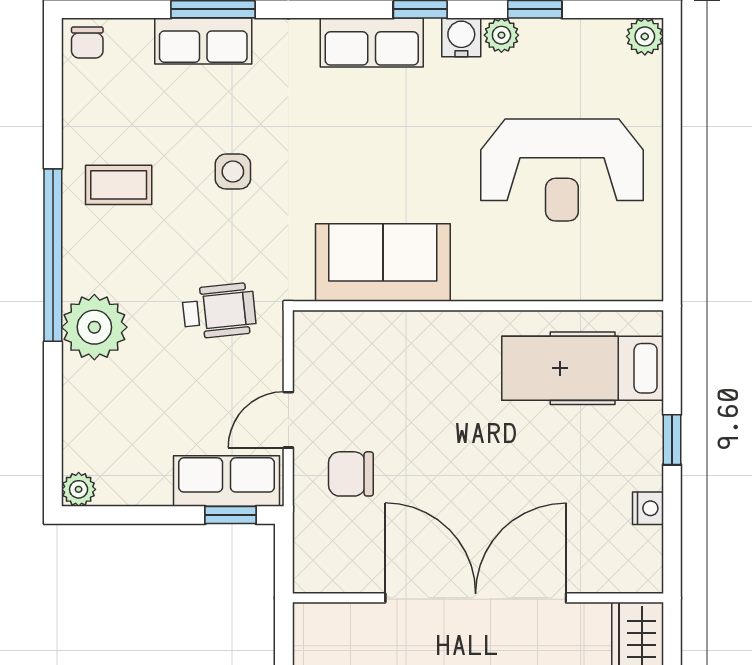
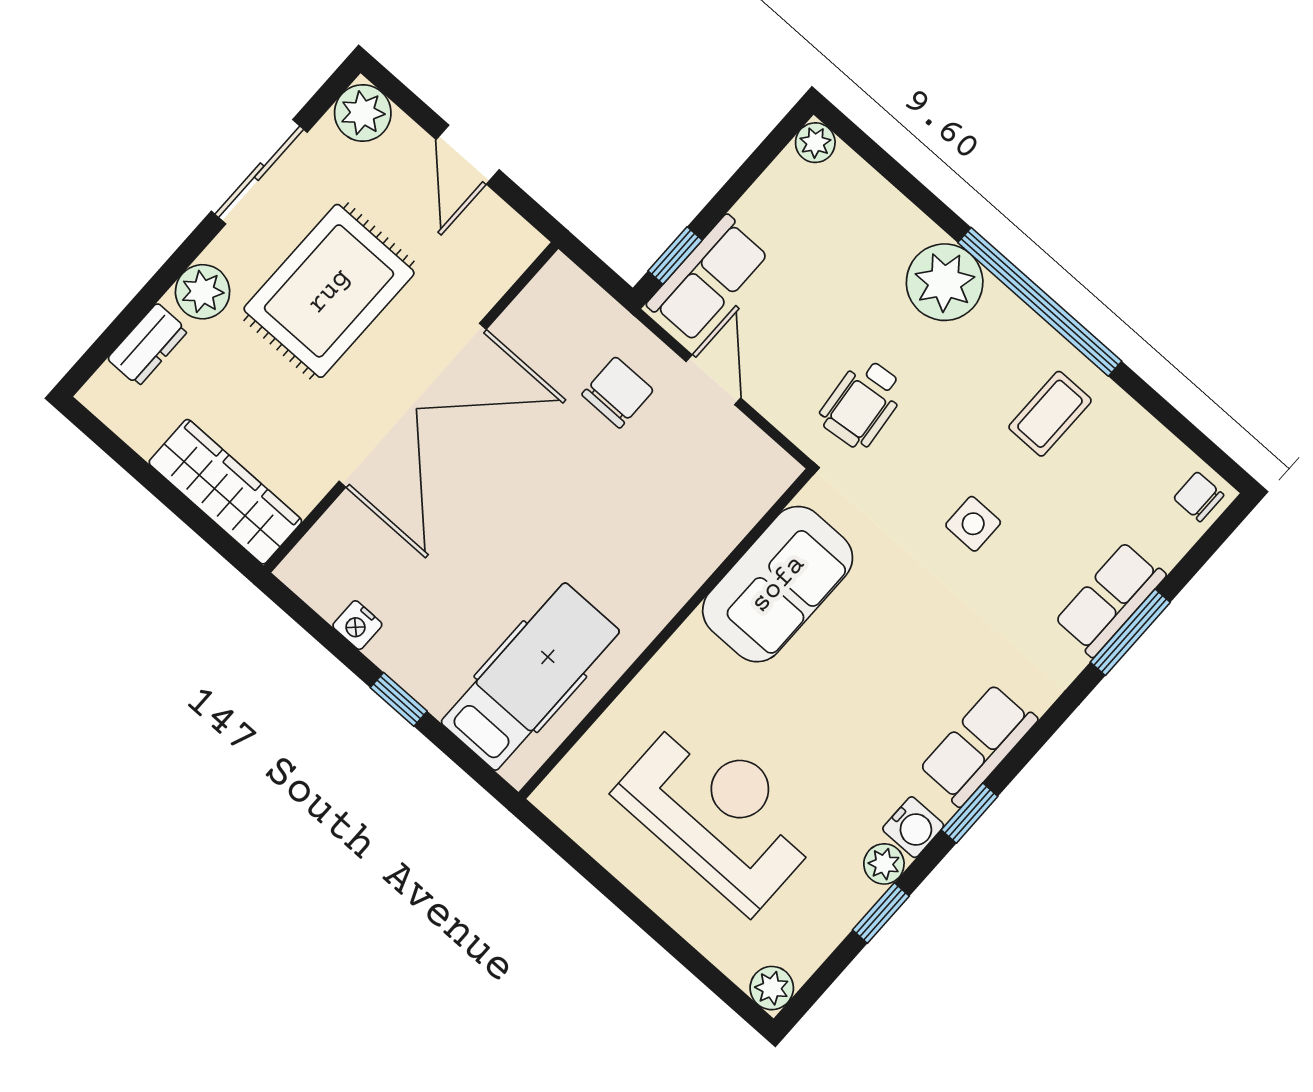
reception desk: (562, 170) -> (719, 812), turned 90

